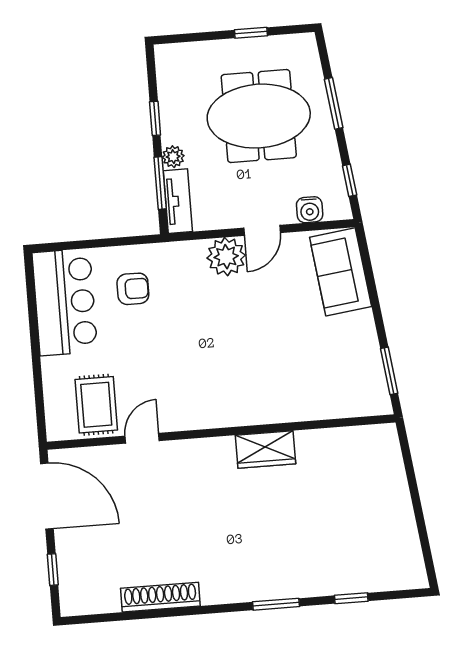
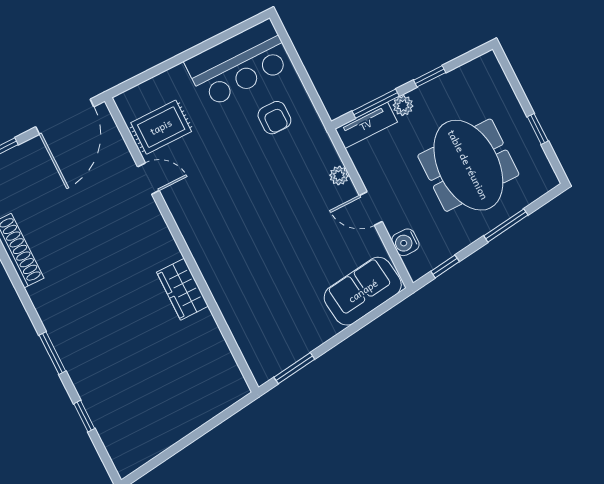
plant: (226, 257) -> (339, 176), width x0.53, depth x0.53

